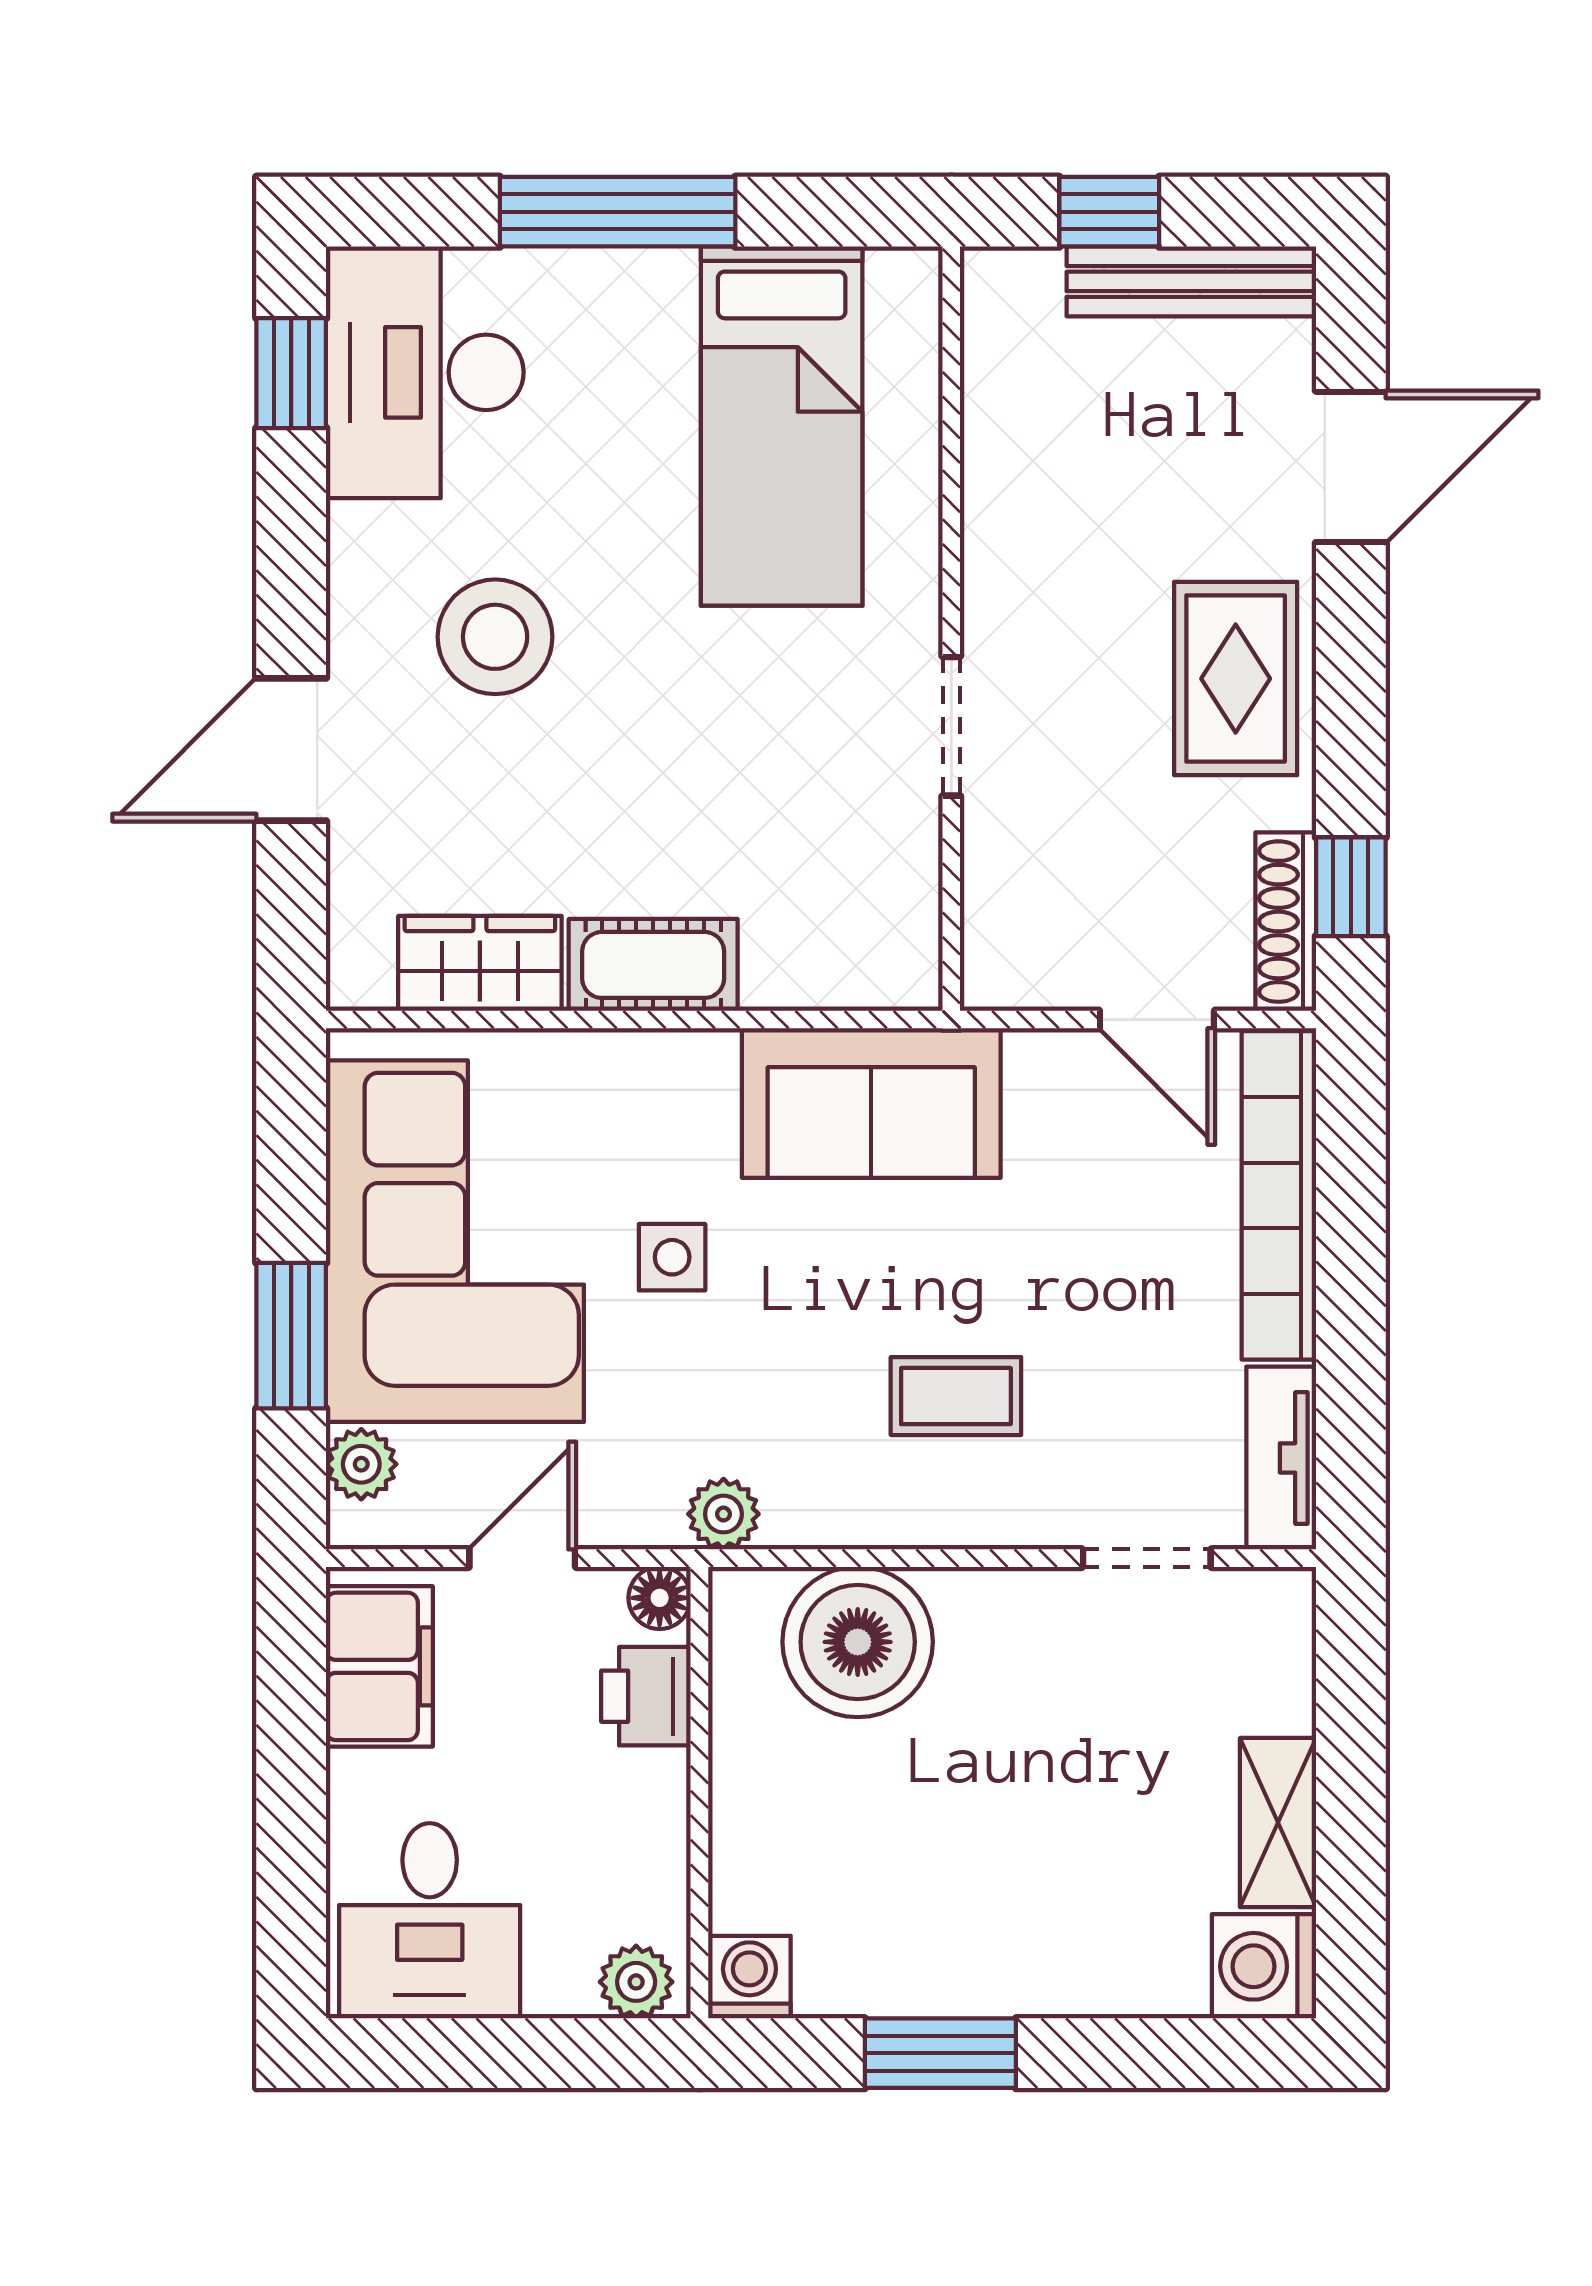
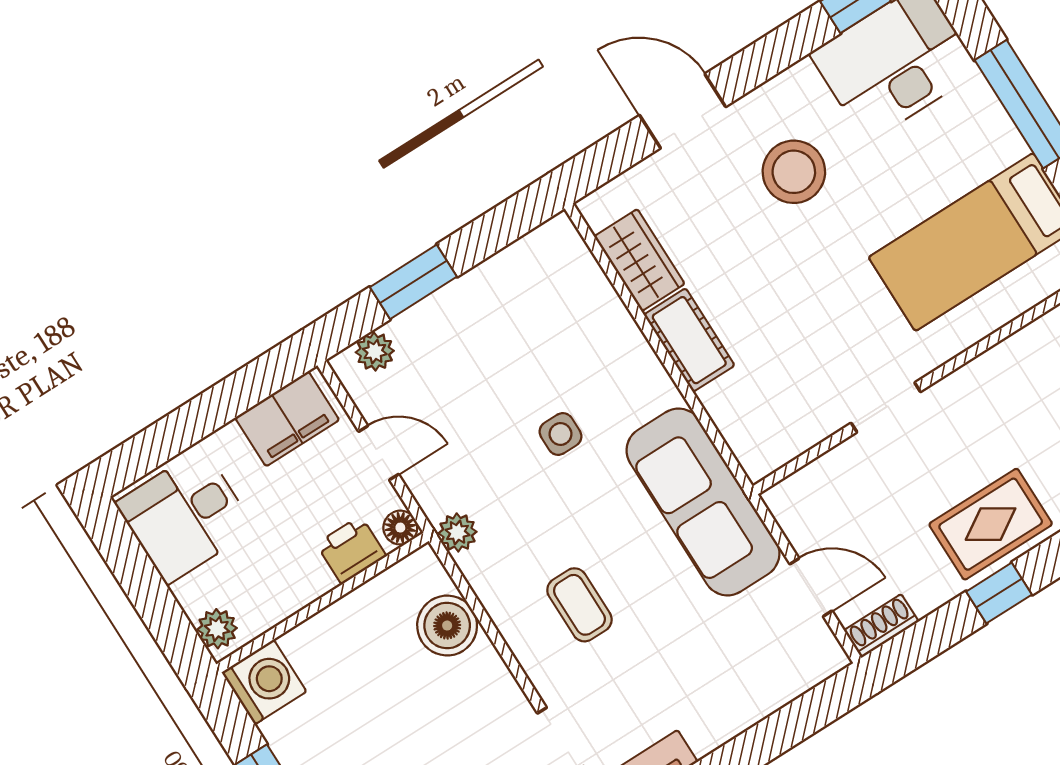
window: (1351, 887) -> (999, 593), moved
shoe rack: (1286, 922) -> (881, 626), width x0.70
door: (1157, 1020) -> (811, 587), swing flipped
sofa: (871, 1103) -> (703, 502), width x1.36
bookcase: (1279, 1195) -> (766, 695), removed
corner sofa: (455, 1241) -> (505, 330), removed
boiler: (858, 1642) -> (447, 626), width x0.73, depth x0.73
washing machine: (749, 1977) -> (264, 682), width x1.38, depth x1.38

